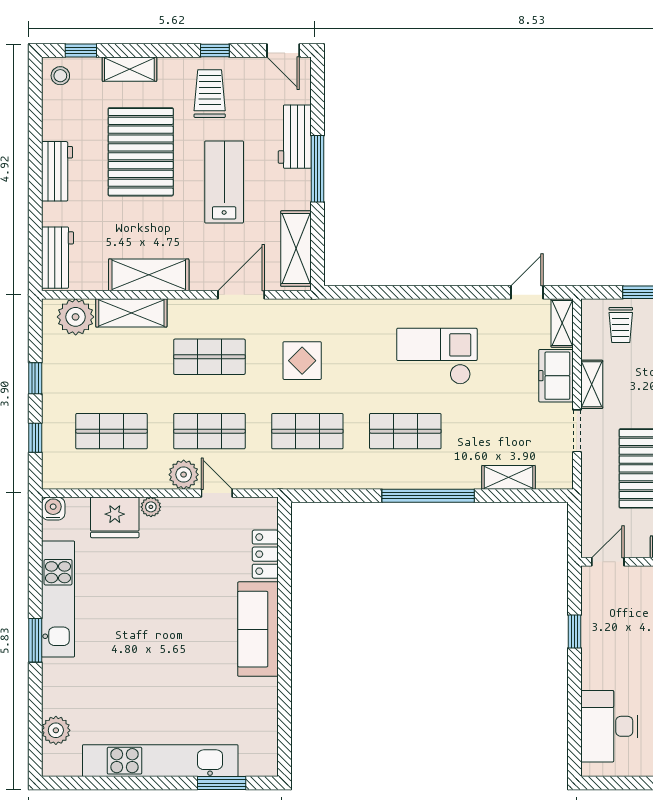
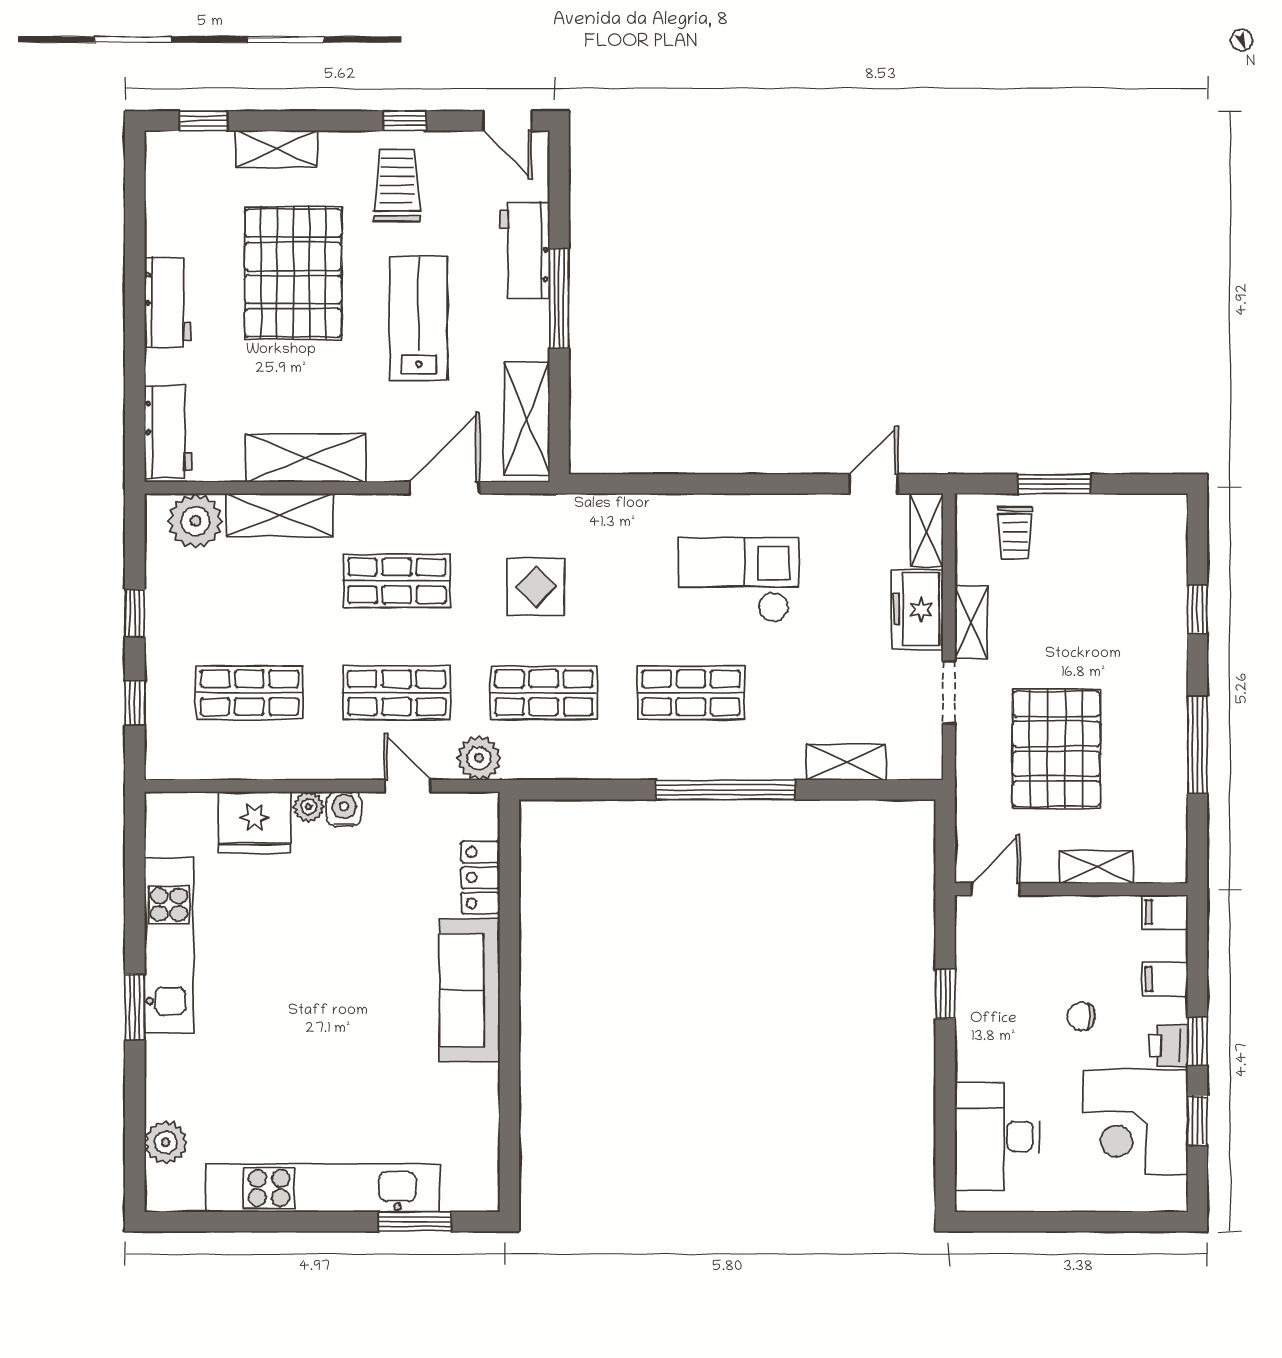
stool: (60, 76) -> (173, 159), removed
plant: (184, 475) -> (479, 758), moved
water cooler: (53, 509) -> (344, 809), moved

